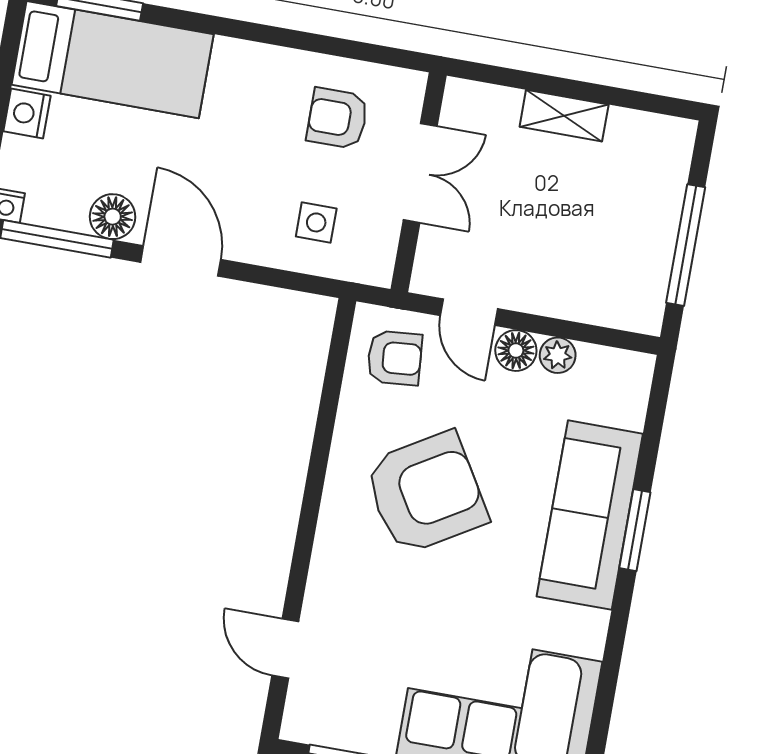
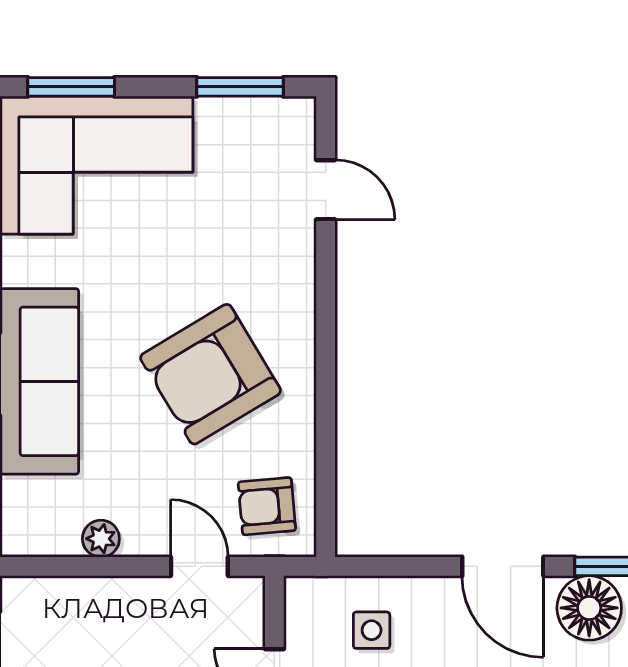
floor lamp: (113, 217) -> (589, 608), width x1.38, depth x1.38
floor lamp: (516, 351) -> (144, 536), removed

